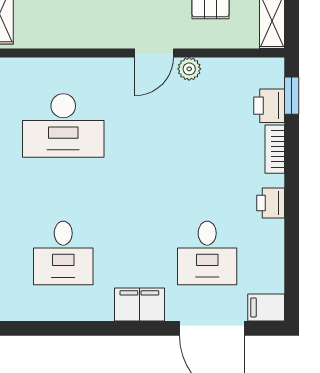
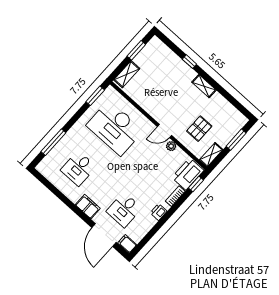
printer: (269, 106) -> (188, 174), width x1.87, depth x1.48
desk: (63, 126) -> (115, 128), width x1.36, depth x1.30

